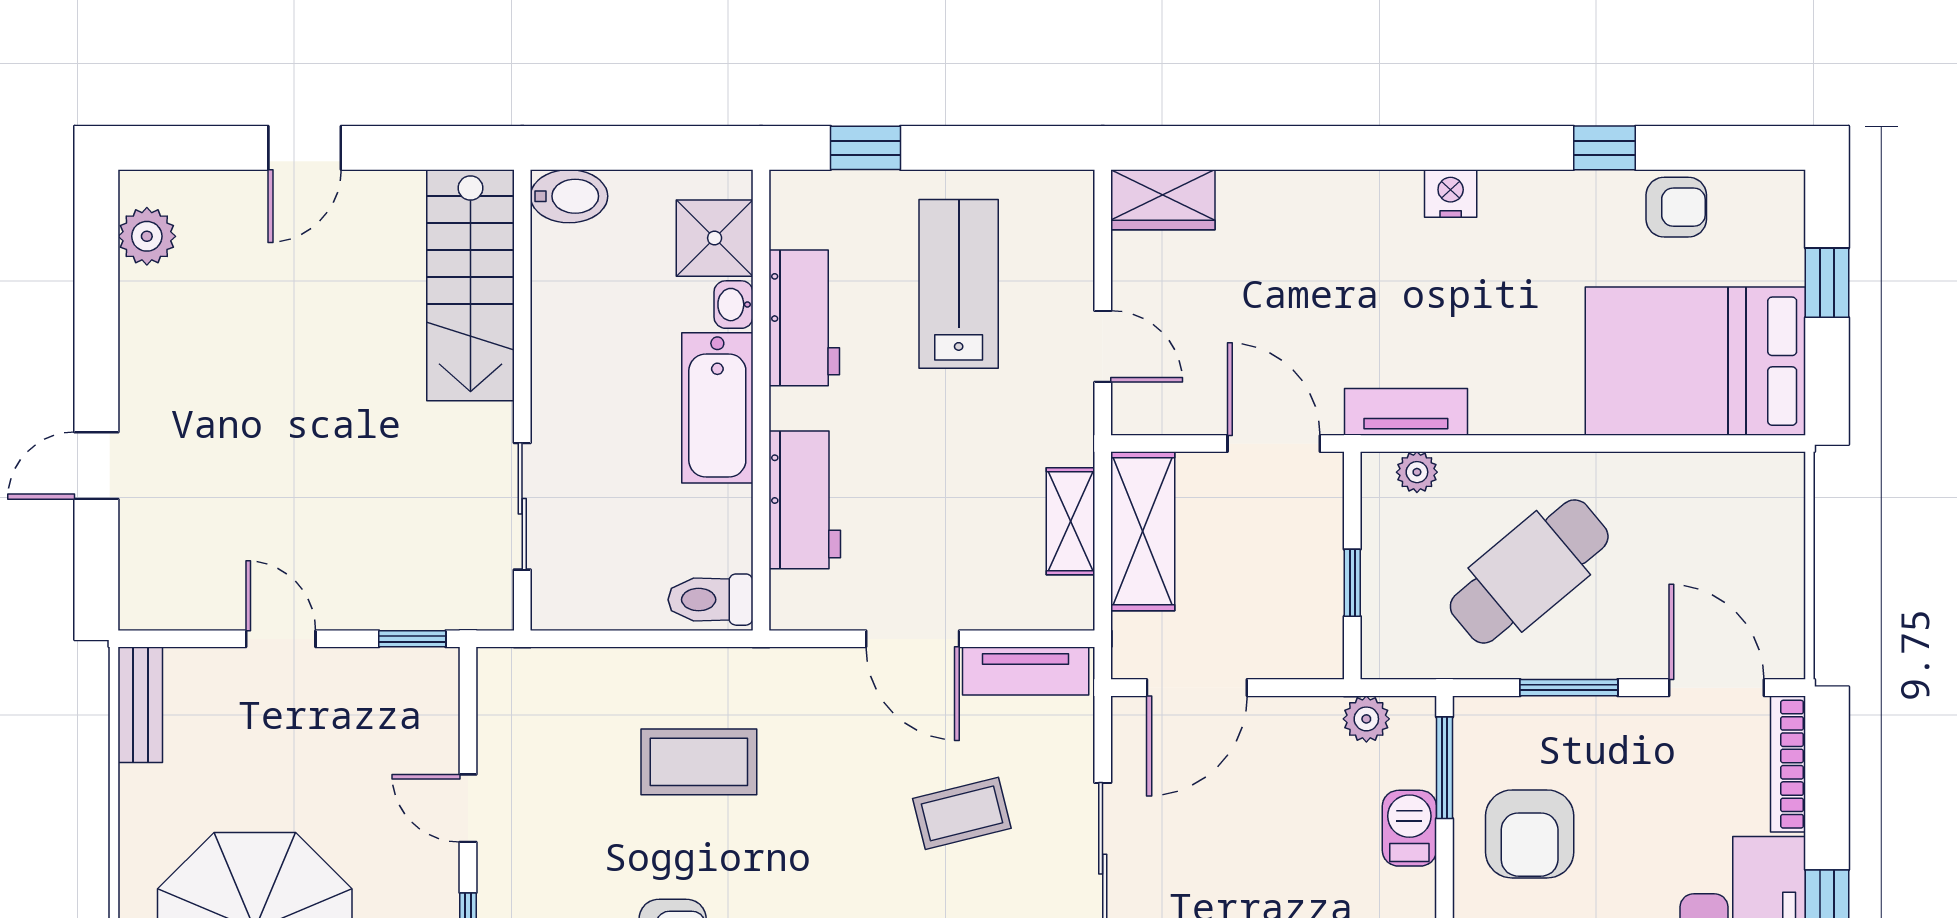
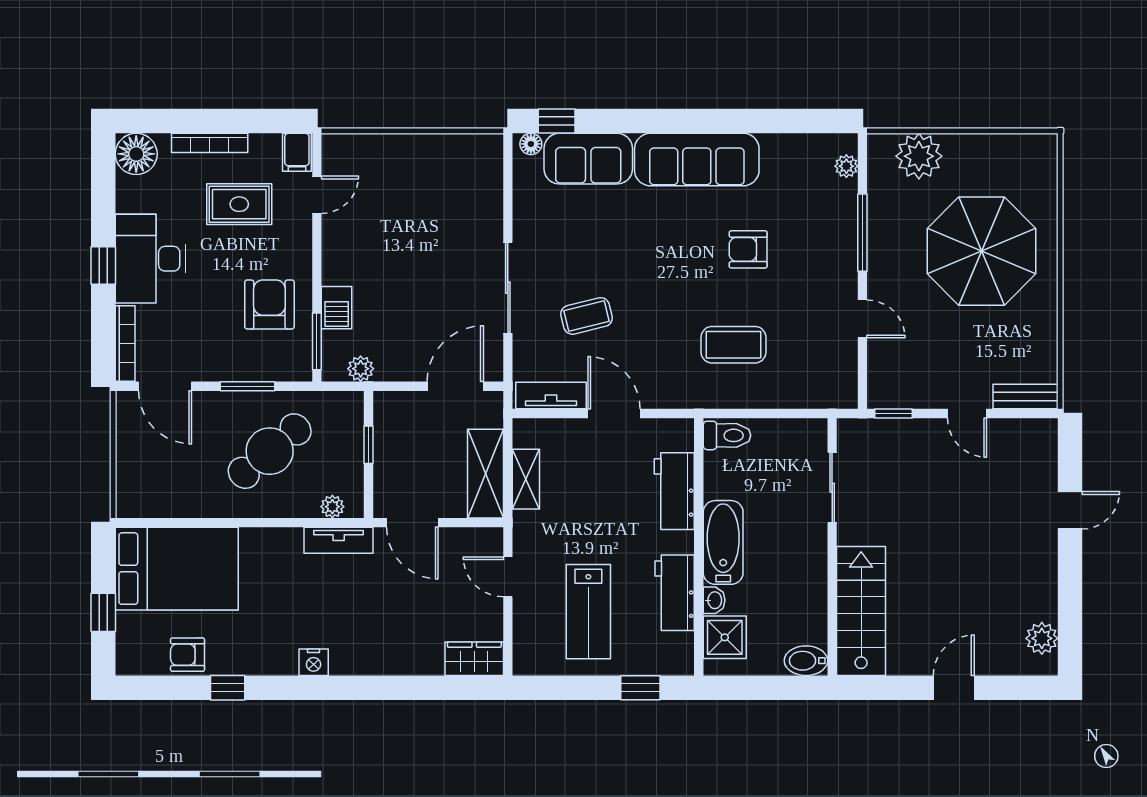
bench: (140, 705) -> (1026, 397), moved, turned 90

